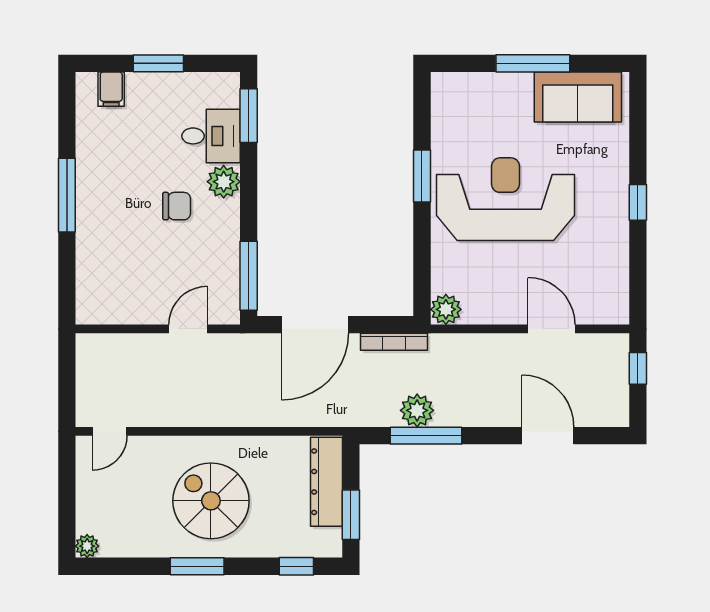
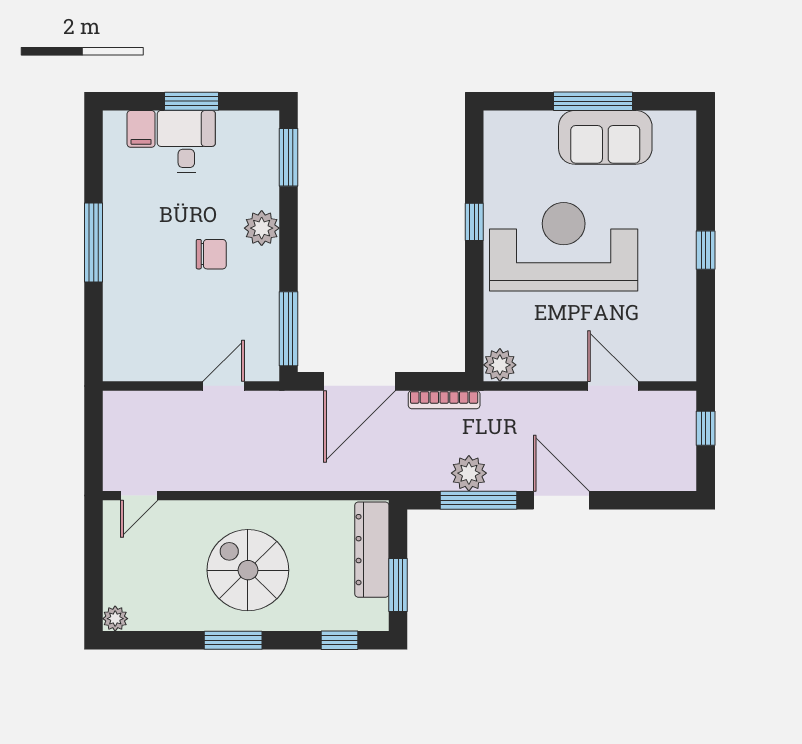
sofa: (578, 97) -> (605, 137), moved
desk: (211, 136) -> (186, 142), moved, turned -90
window: (422, 176) -> (474, 222), width x0.67
door: (548, 436) -> (561, 500), moved

